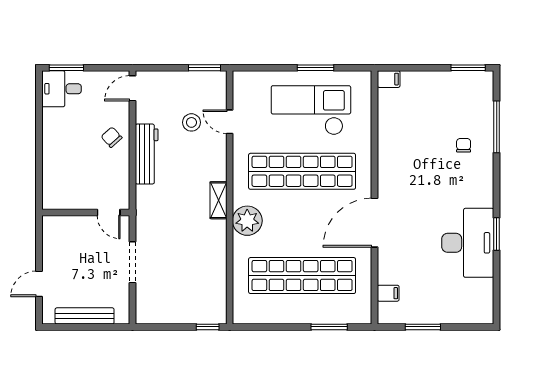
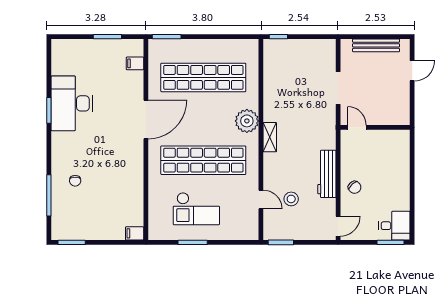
checkout: (311, 110) -> (196, 209), width x0.73, depth x0.83
window: (329, 327) -> (167, 37), moved

